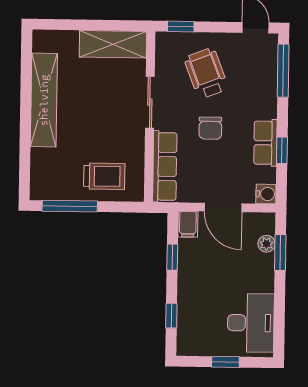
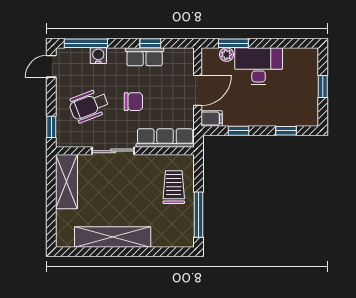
water cooler: (266, 194) -> (98, 56), moved
desk: (251, 323) -> (259, 66), moved

